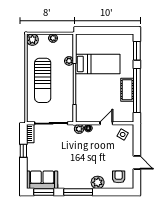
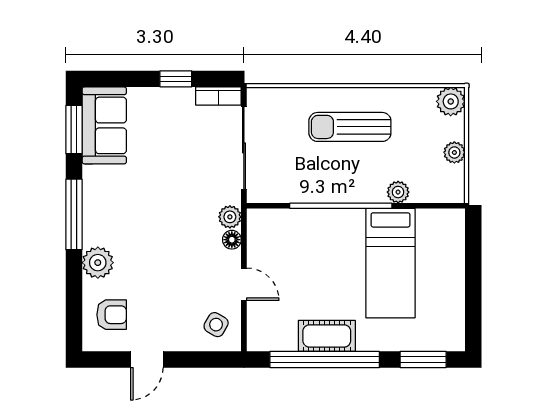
sun lounger: (43, 80) -> (350, 127), width x0.73, depth x0.75

